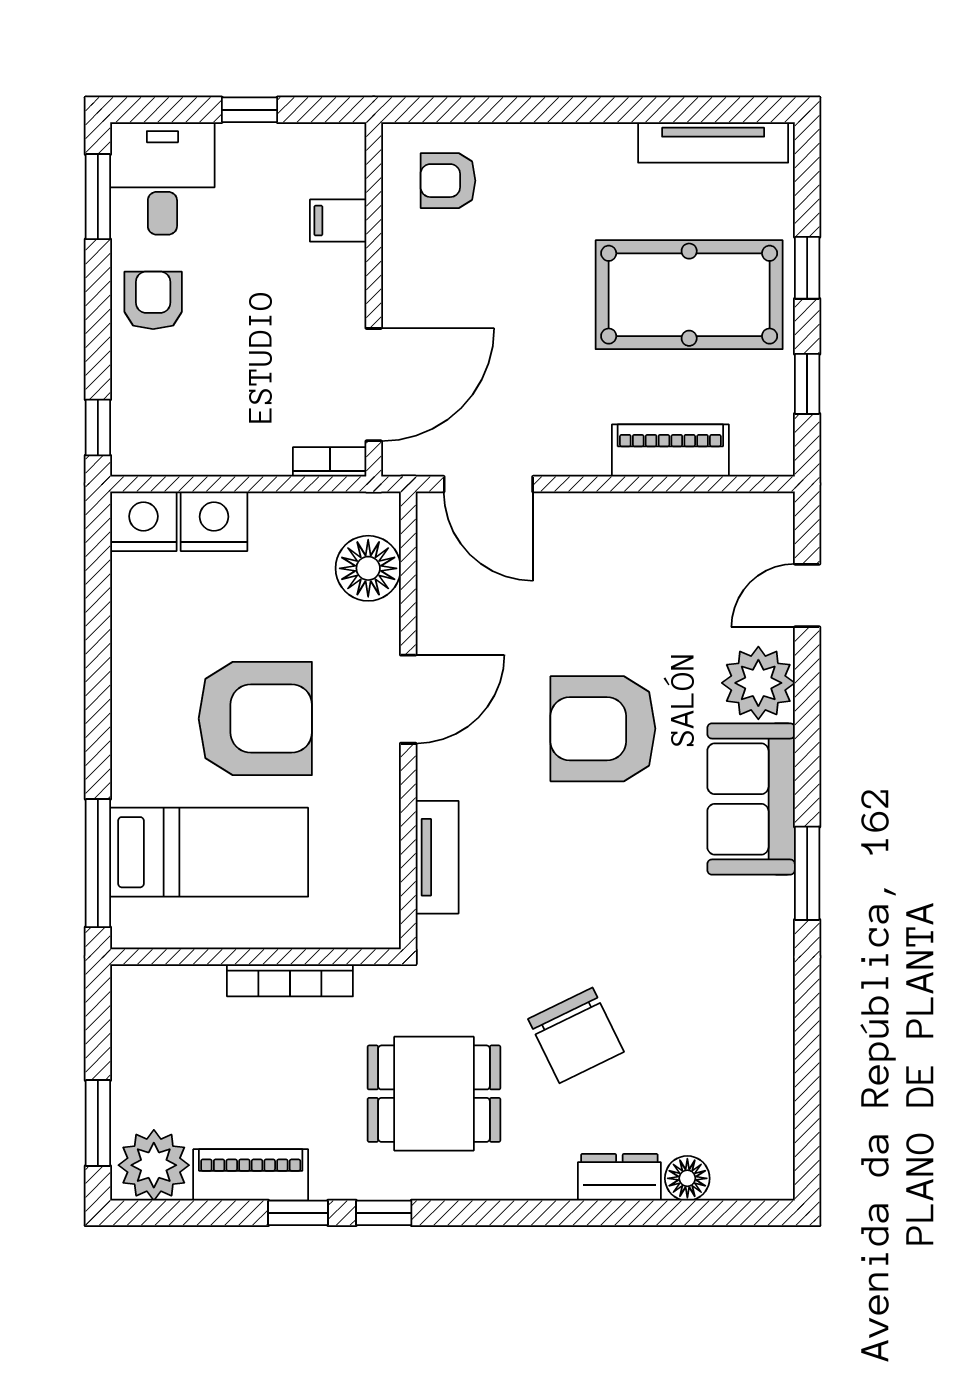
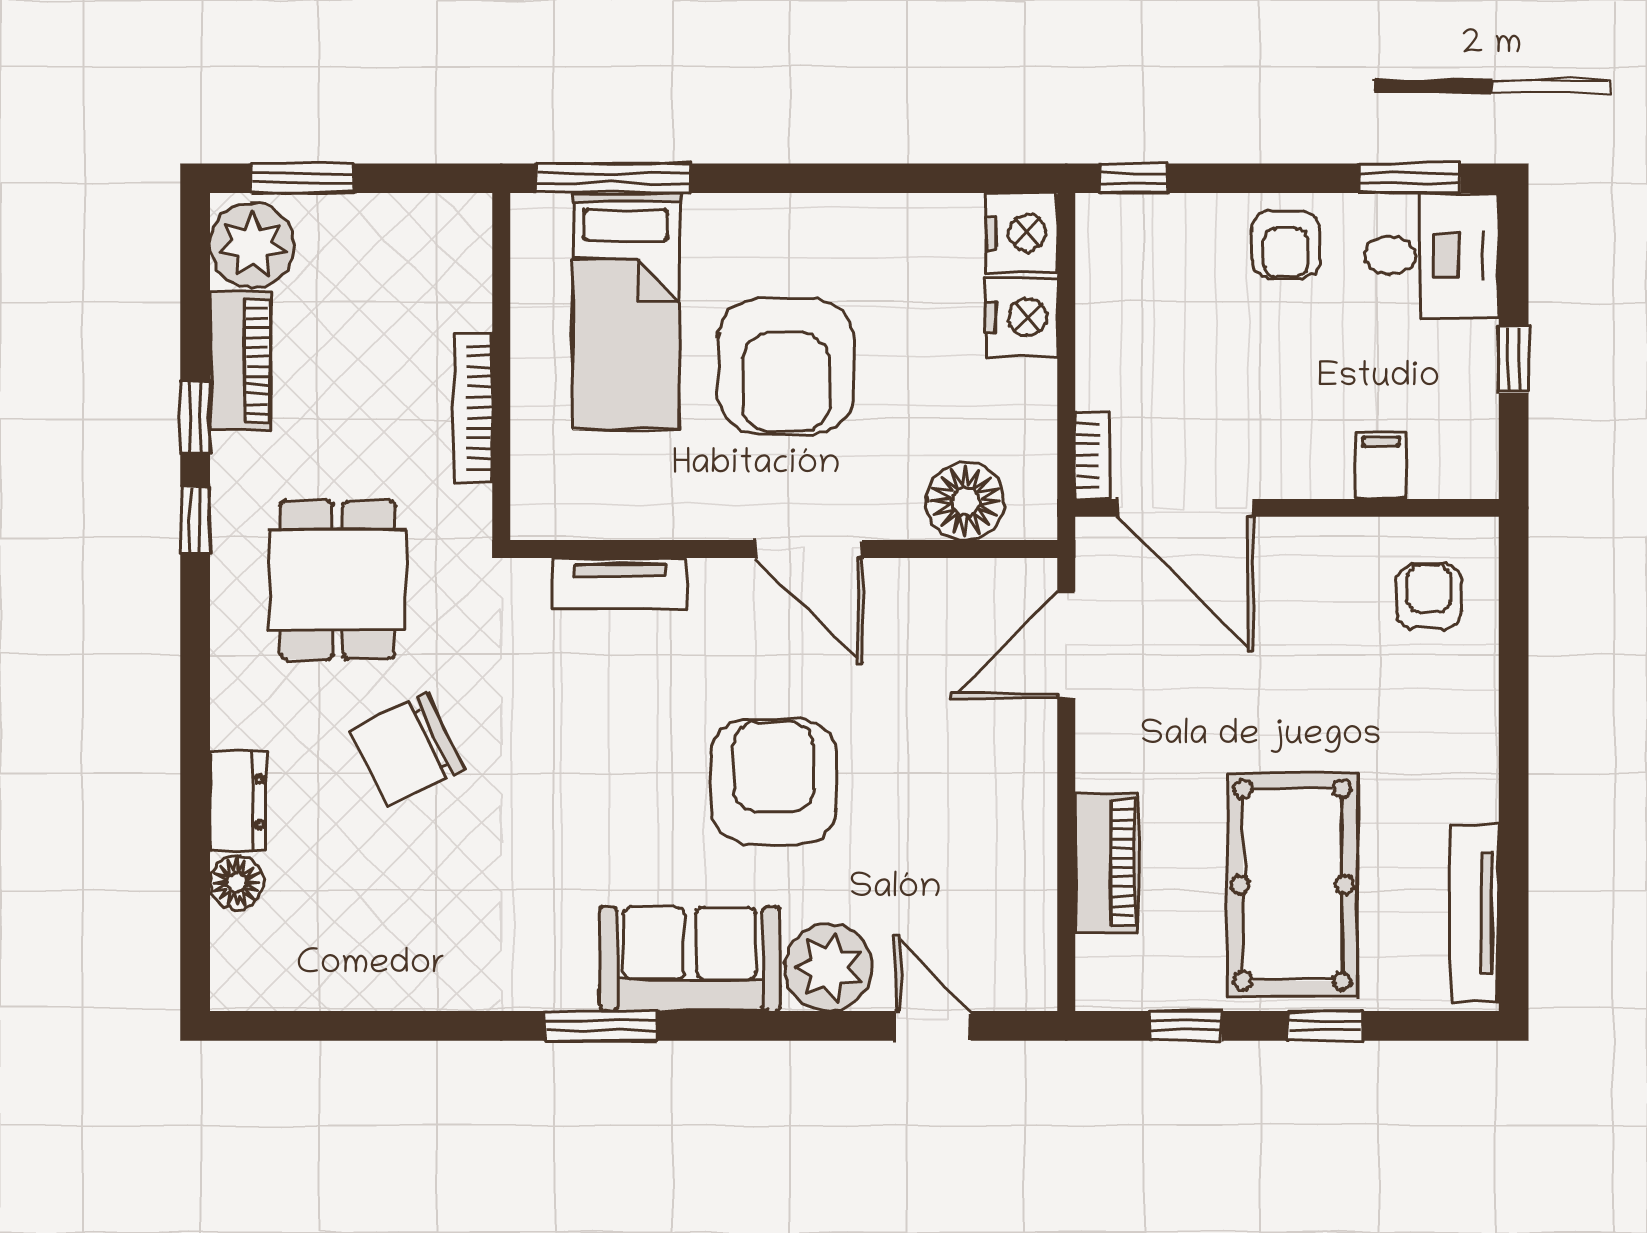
armchair: (153, 300) -> (1286, 244), turned 90

